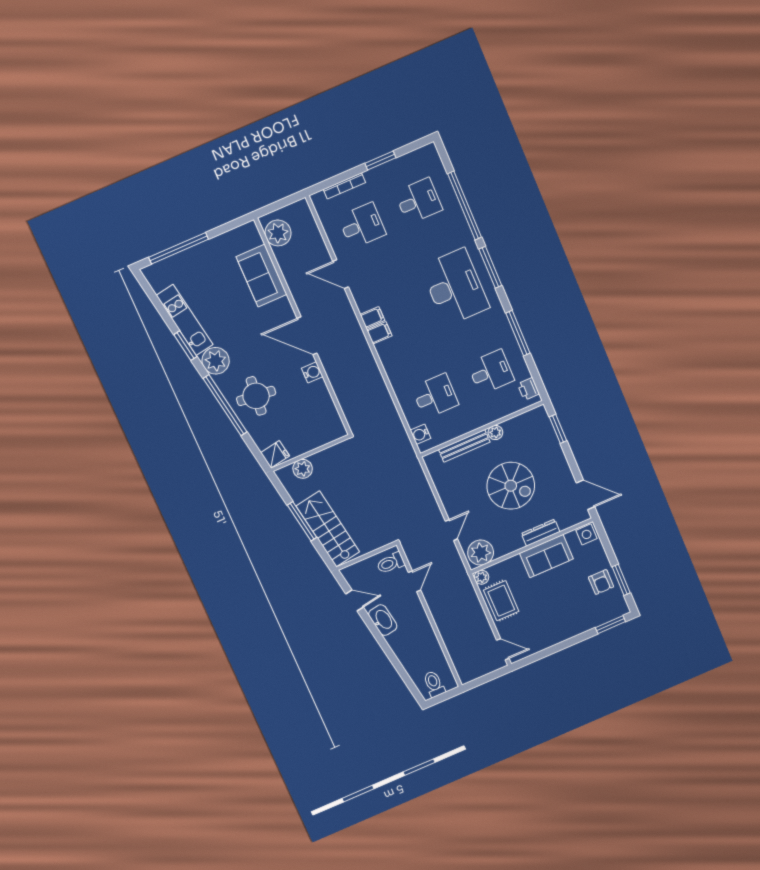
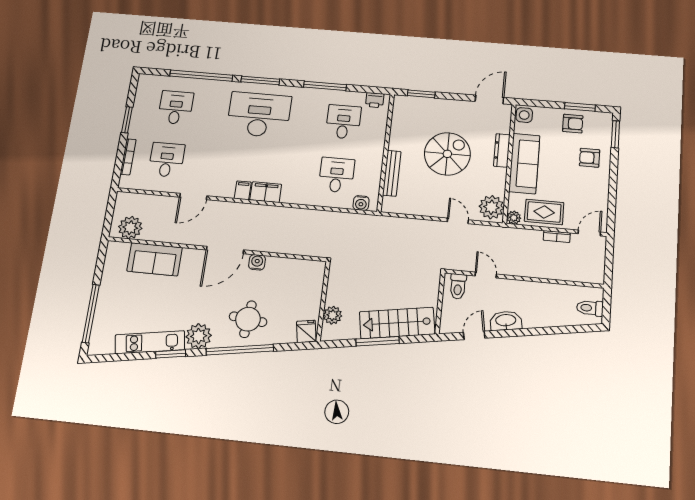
filing cabinet: (379, 333) -> (266, 192), width x2.00
plant: (495, 433) -> (395, 143), removed
sofa: (546, 556) -> (524, 163), width x1.36
armchair: (575, 614) -> (590, 158), added
bookcase: (484, 623) -> (557, 237), added

